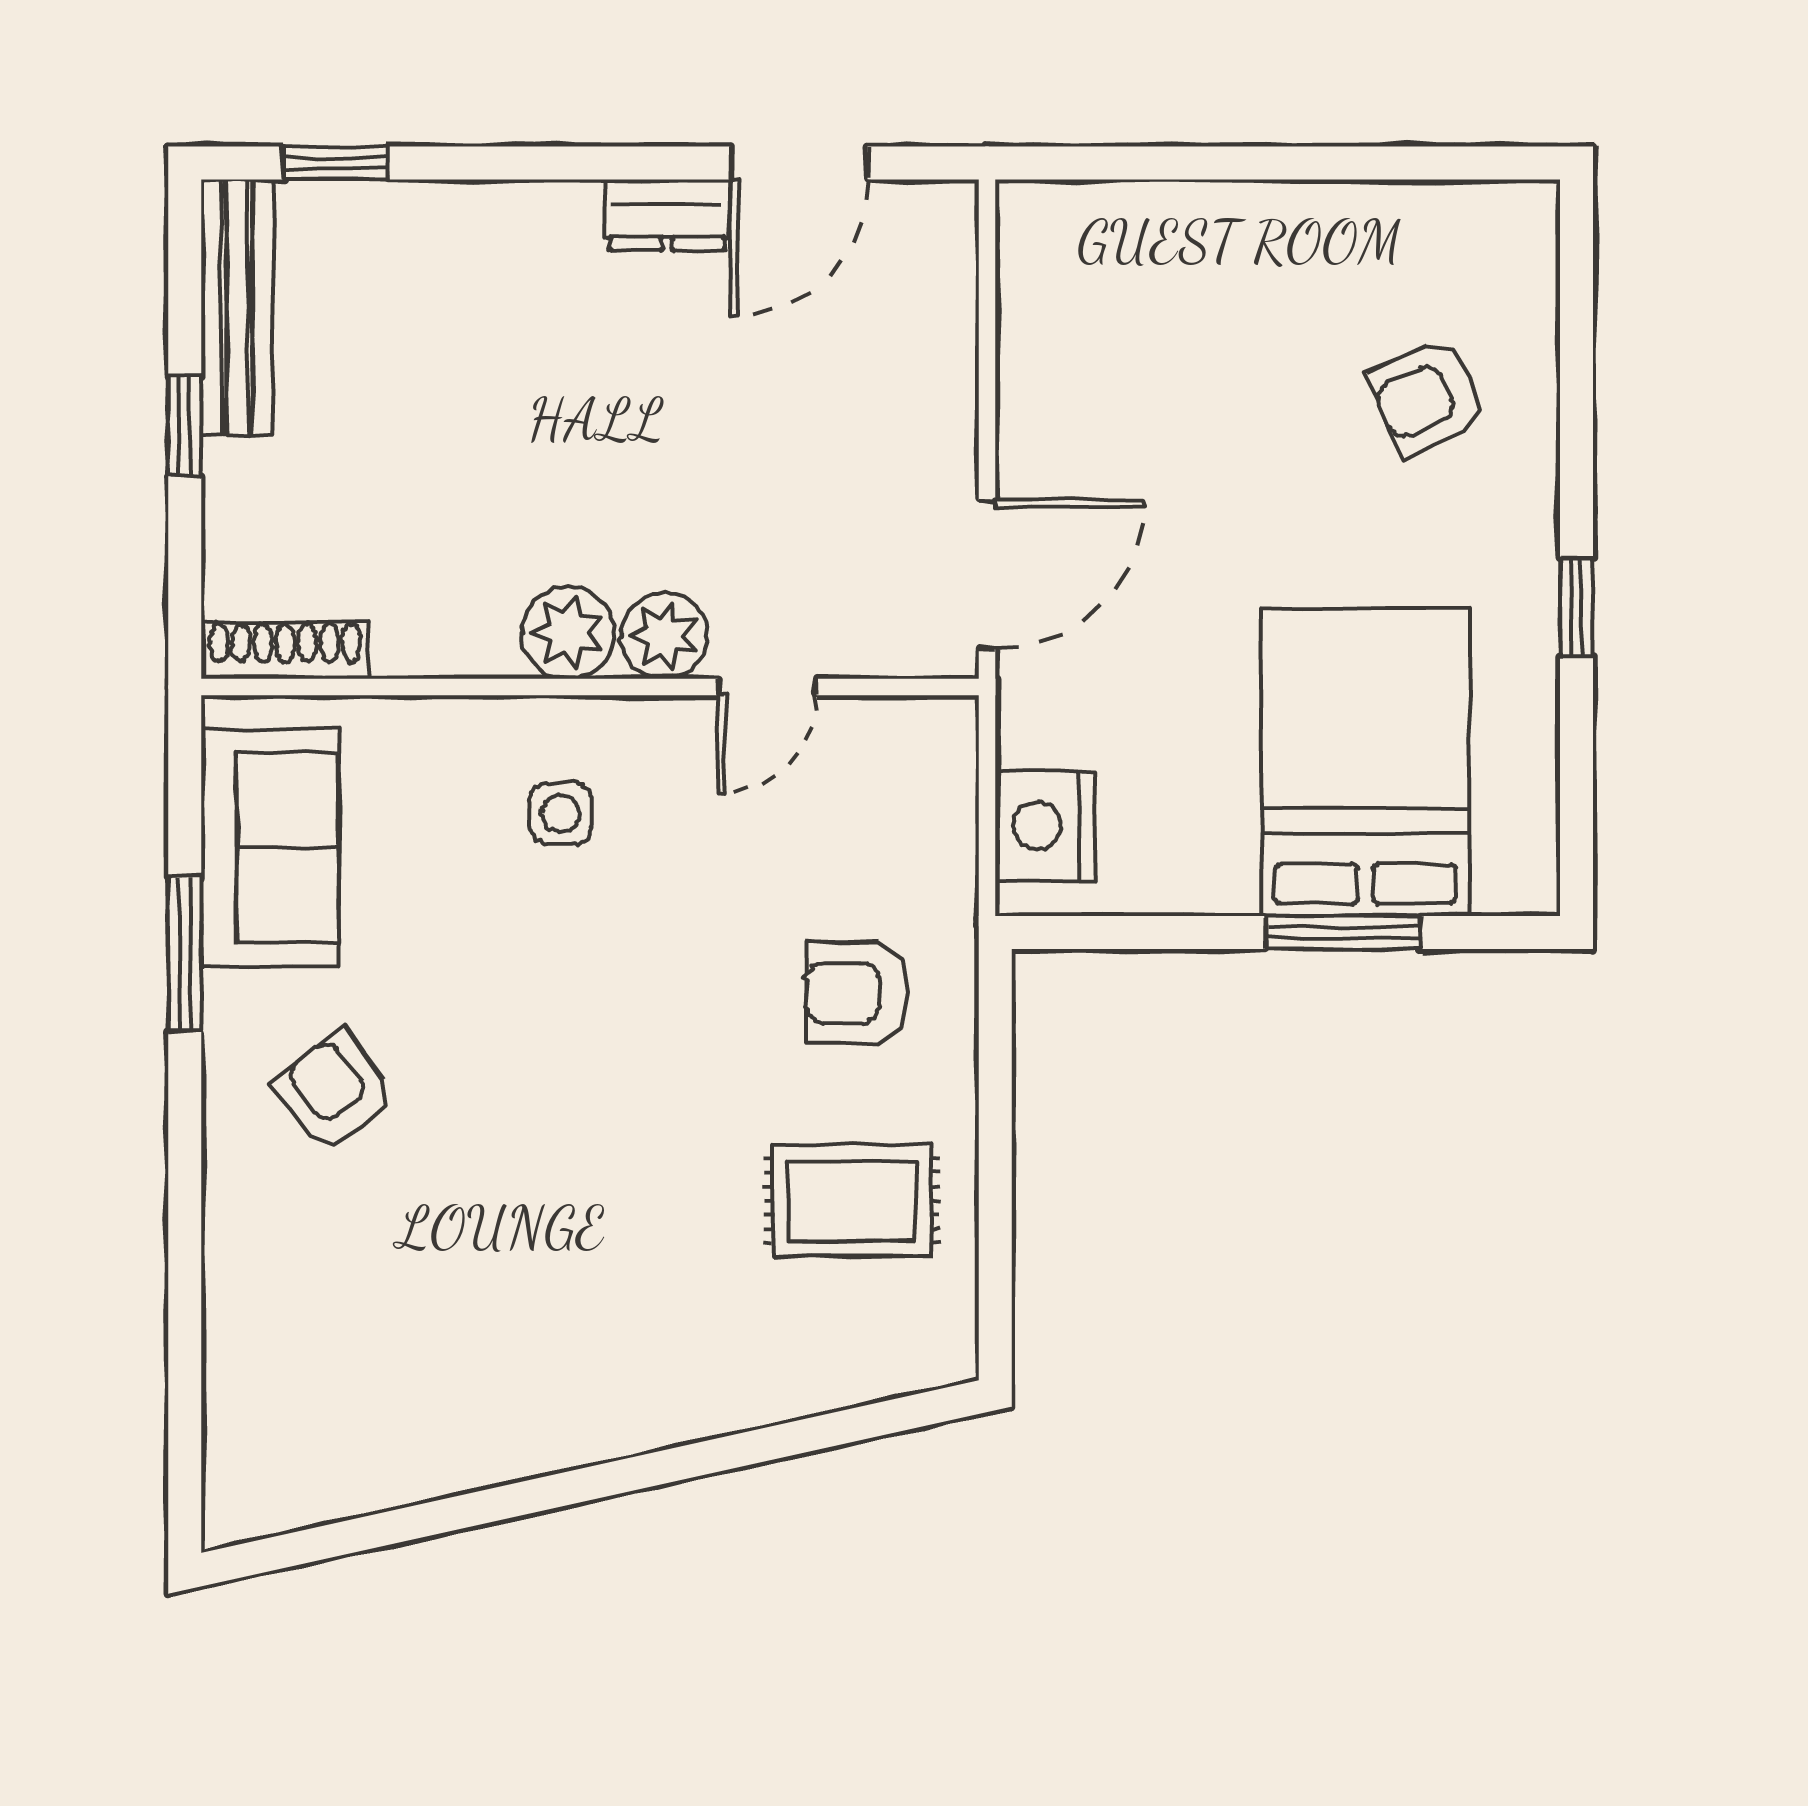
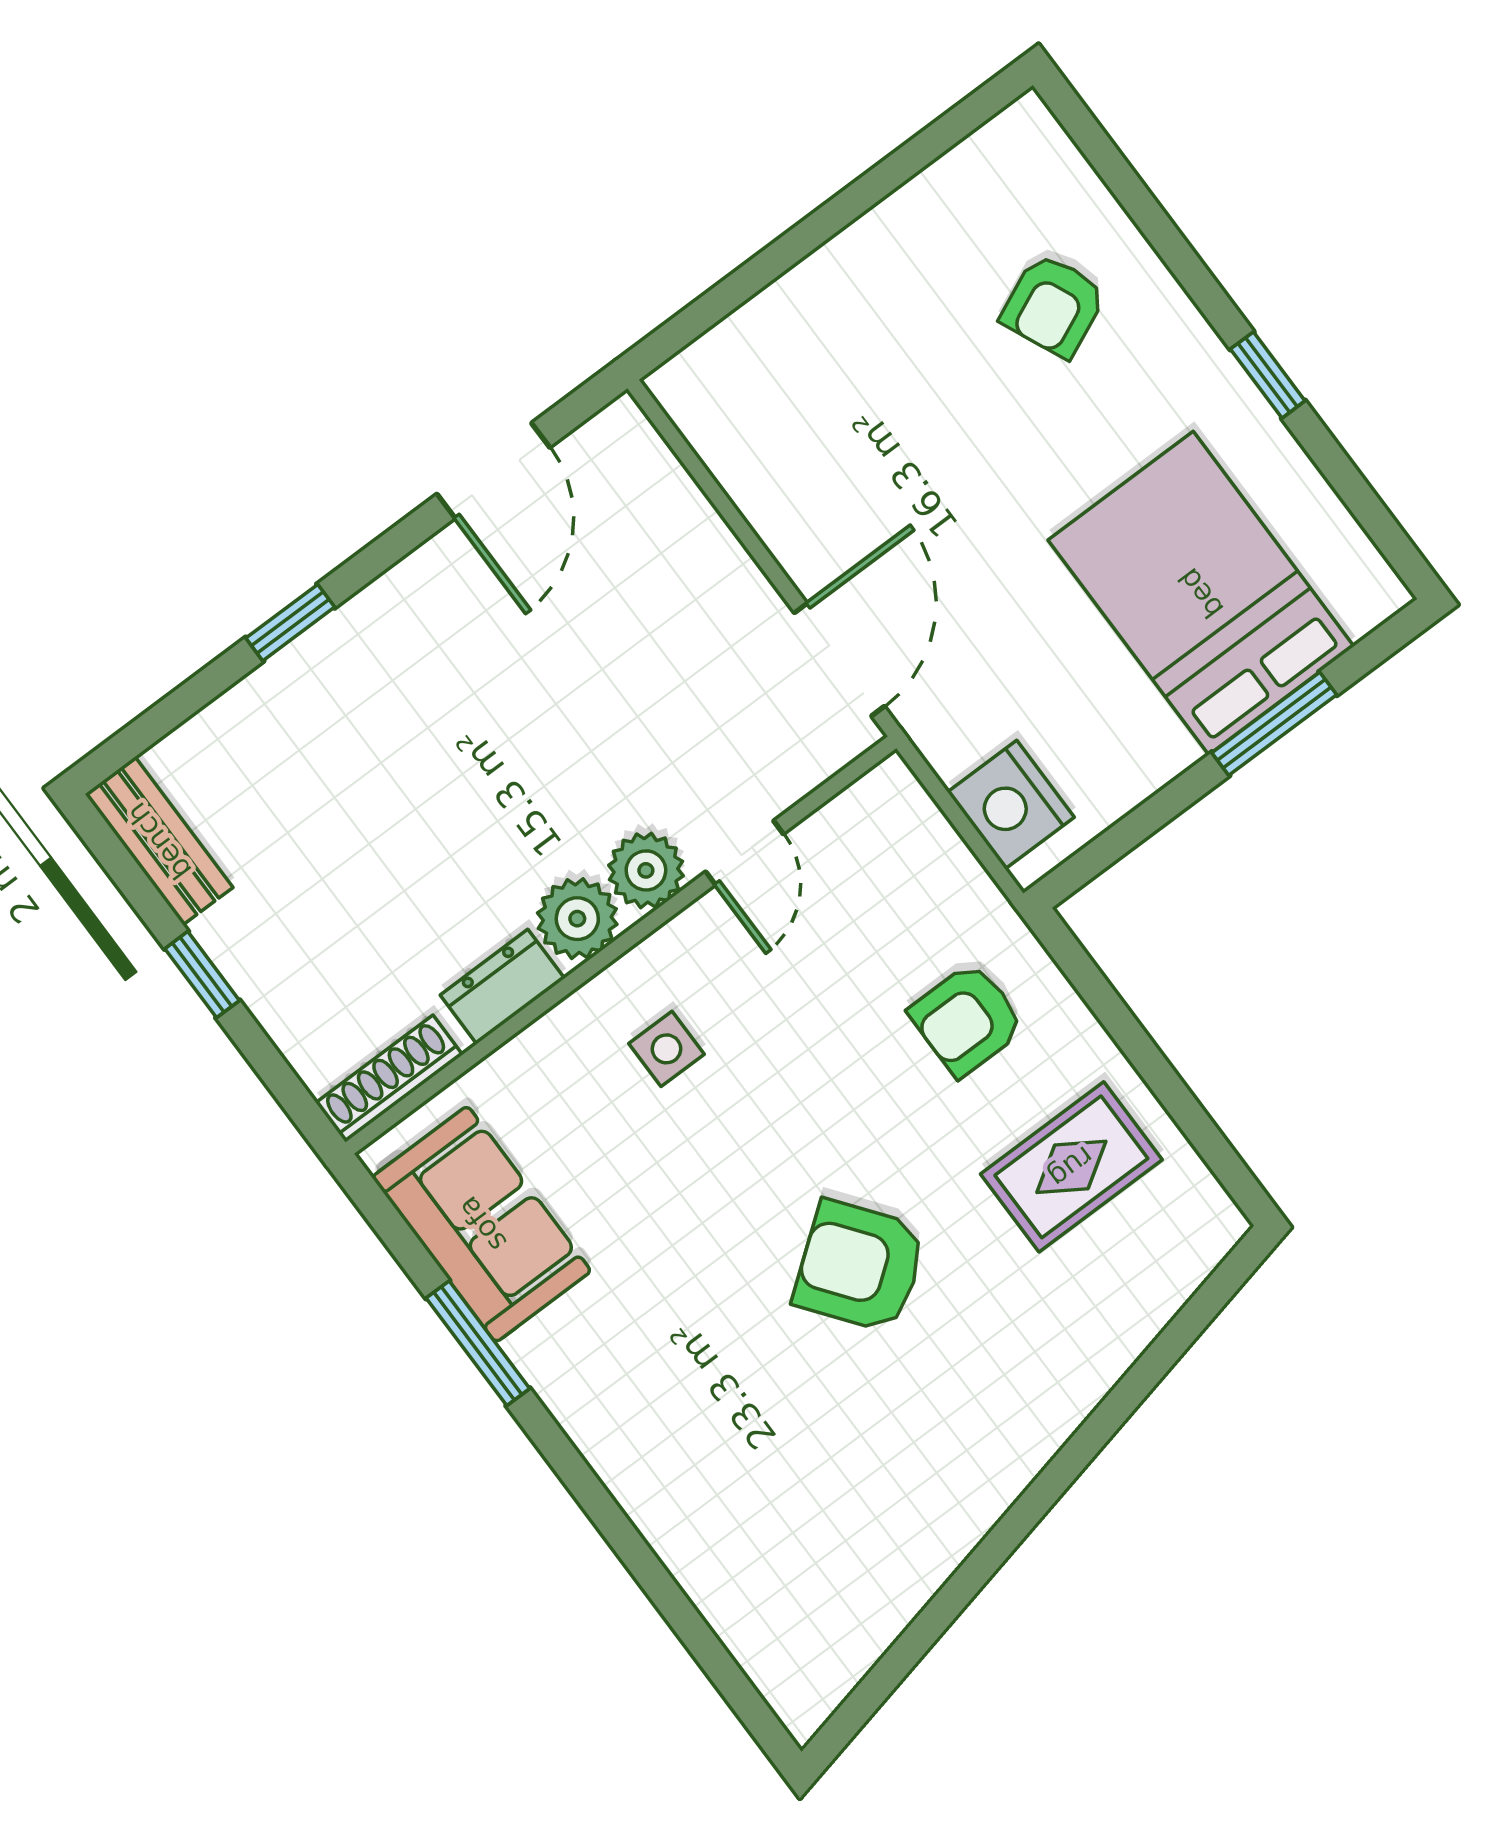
window: (335, 163) -> (290, 623), moved
dresser: (667, 215) -> (502, 987), moved, turned 180
bench: (237, 308) -> (159, 841), width x0.73
armchair: (335, 1092) -> (860, 1266), moved, width x1.38, depth x1.38

